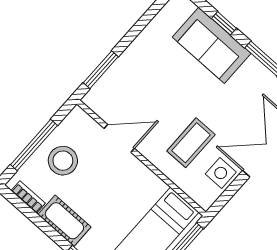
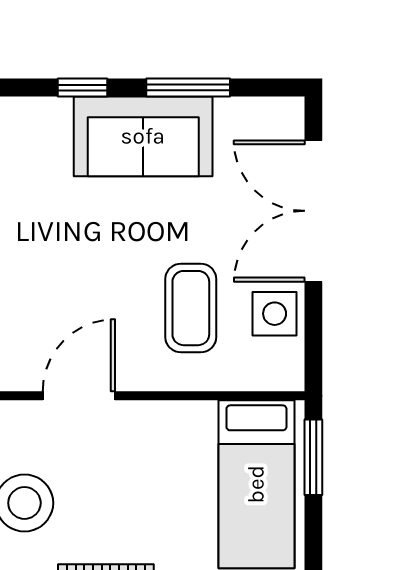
sofa: (212, 45) -> (143, 136), moved

